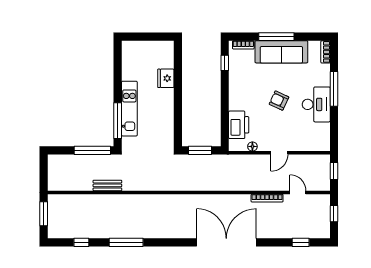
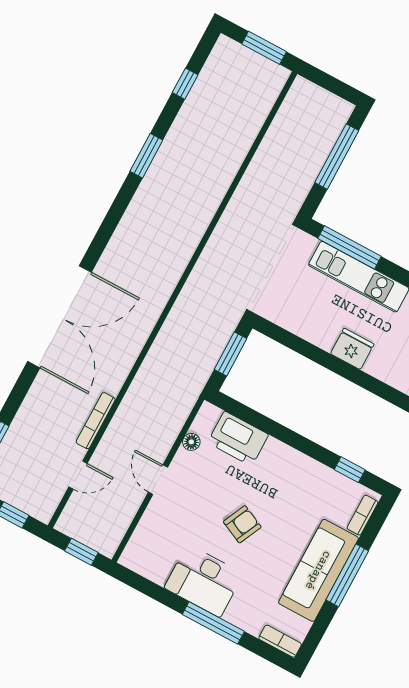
fridge: (166, 78) -> (352, 349), moved
window: (92, 150) -> (337, 157), moved
bench: (107, 185) -> (254, 175), removed
window: (126, 242) -> (146, 156), width x0.69

